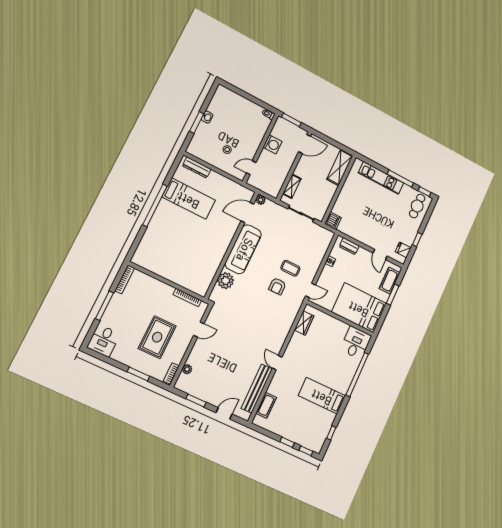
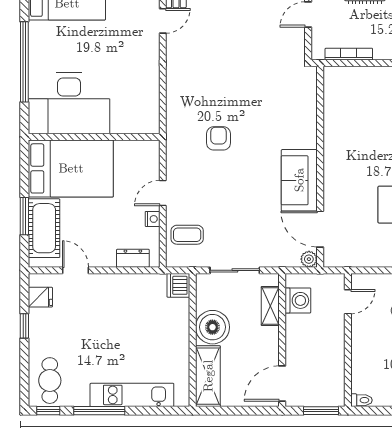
washing machine: (272, 144) -> (298, 300), moved, turned 180
boiler: (326, 191) -> (212, 327), added
door: (247, 212) -> (320, 229), swing flipped
sofa: (243, 249) -> (299, 180), width x0.73
coffee table: (290, 268) -> (187, 235), moved
plant: (226, 281) -> (303, 108), removed
cot: (390, 281) -> (44, 228), width x1.37, depth x1.34
door: (311, 290) -> (163, 193), moved
wardrobe: (304, 323) -> (149, 102), removed
desk: (356, 343) -> (69, 103), width x1.87, depth x1.30
door: (277, 363) -> (163, 21), hinge flipped

